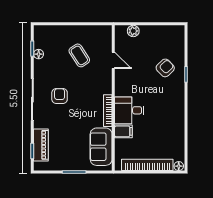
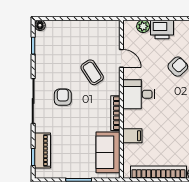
printer: (151, 34) -> (162, 29), added
floor lamp: (39, 54) -> (40, 25), moved
coffee table: (79, 55) -> (92, 72), moved
desk: (129, 110) -> (139, 94), moved

